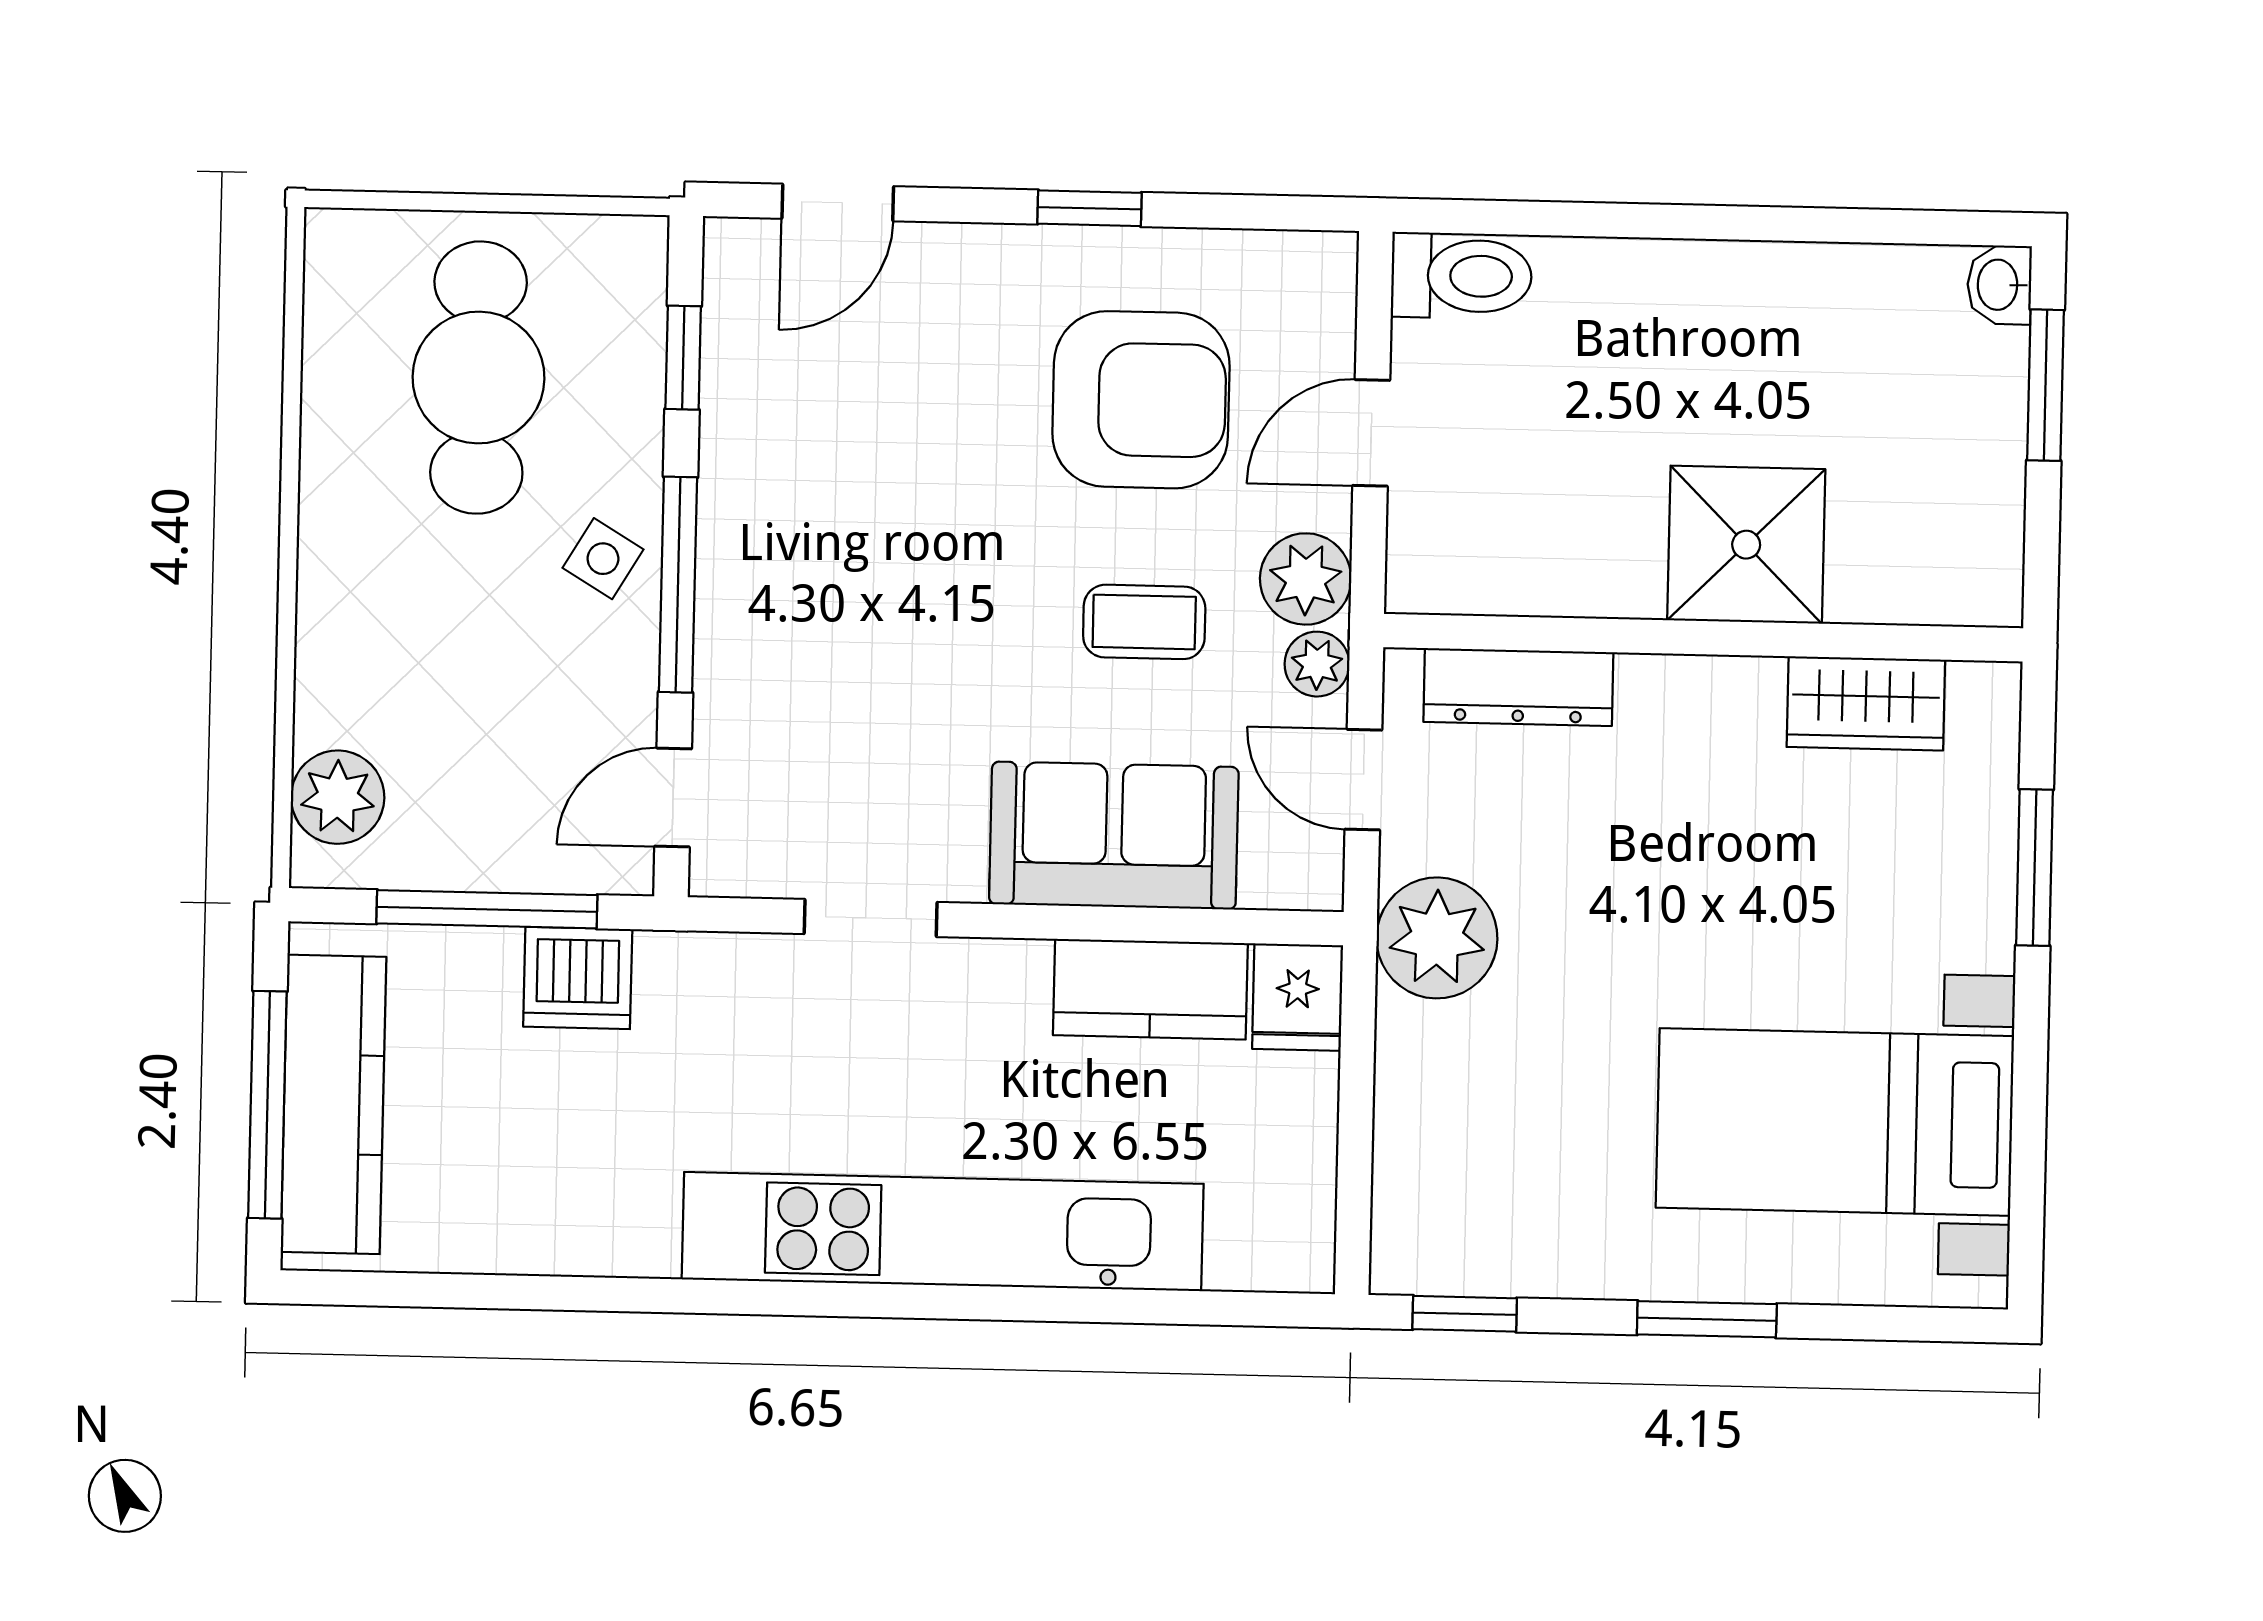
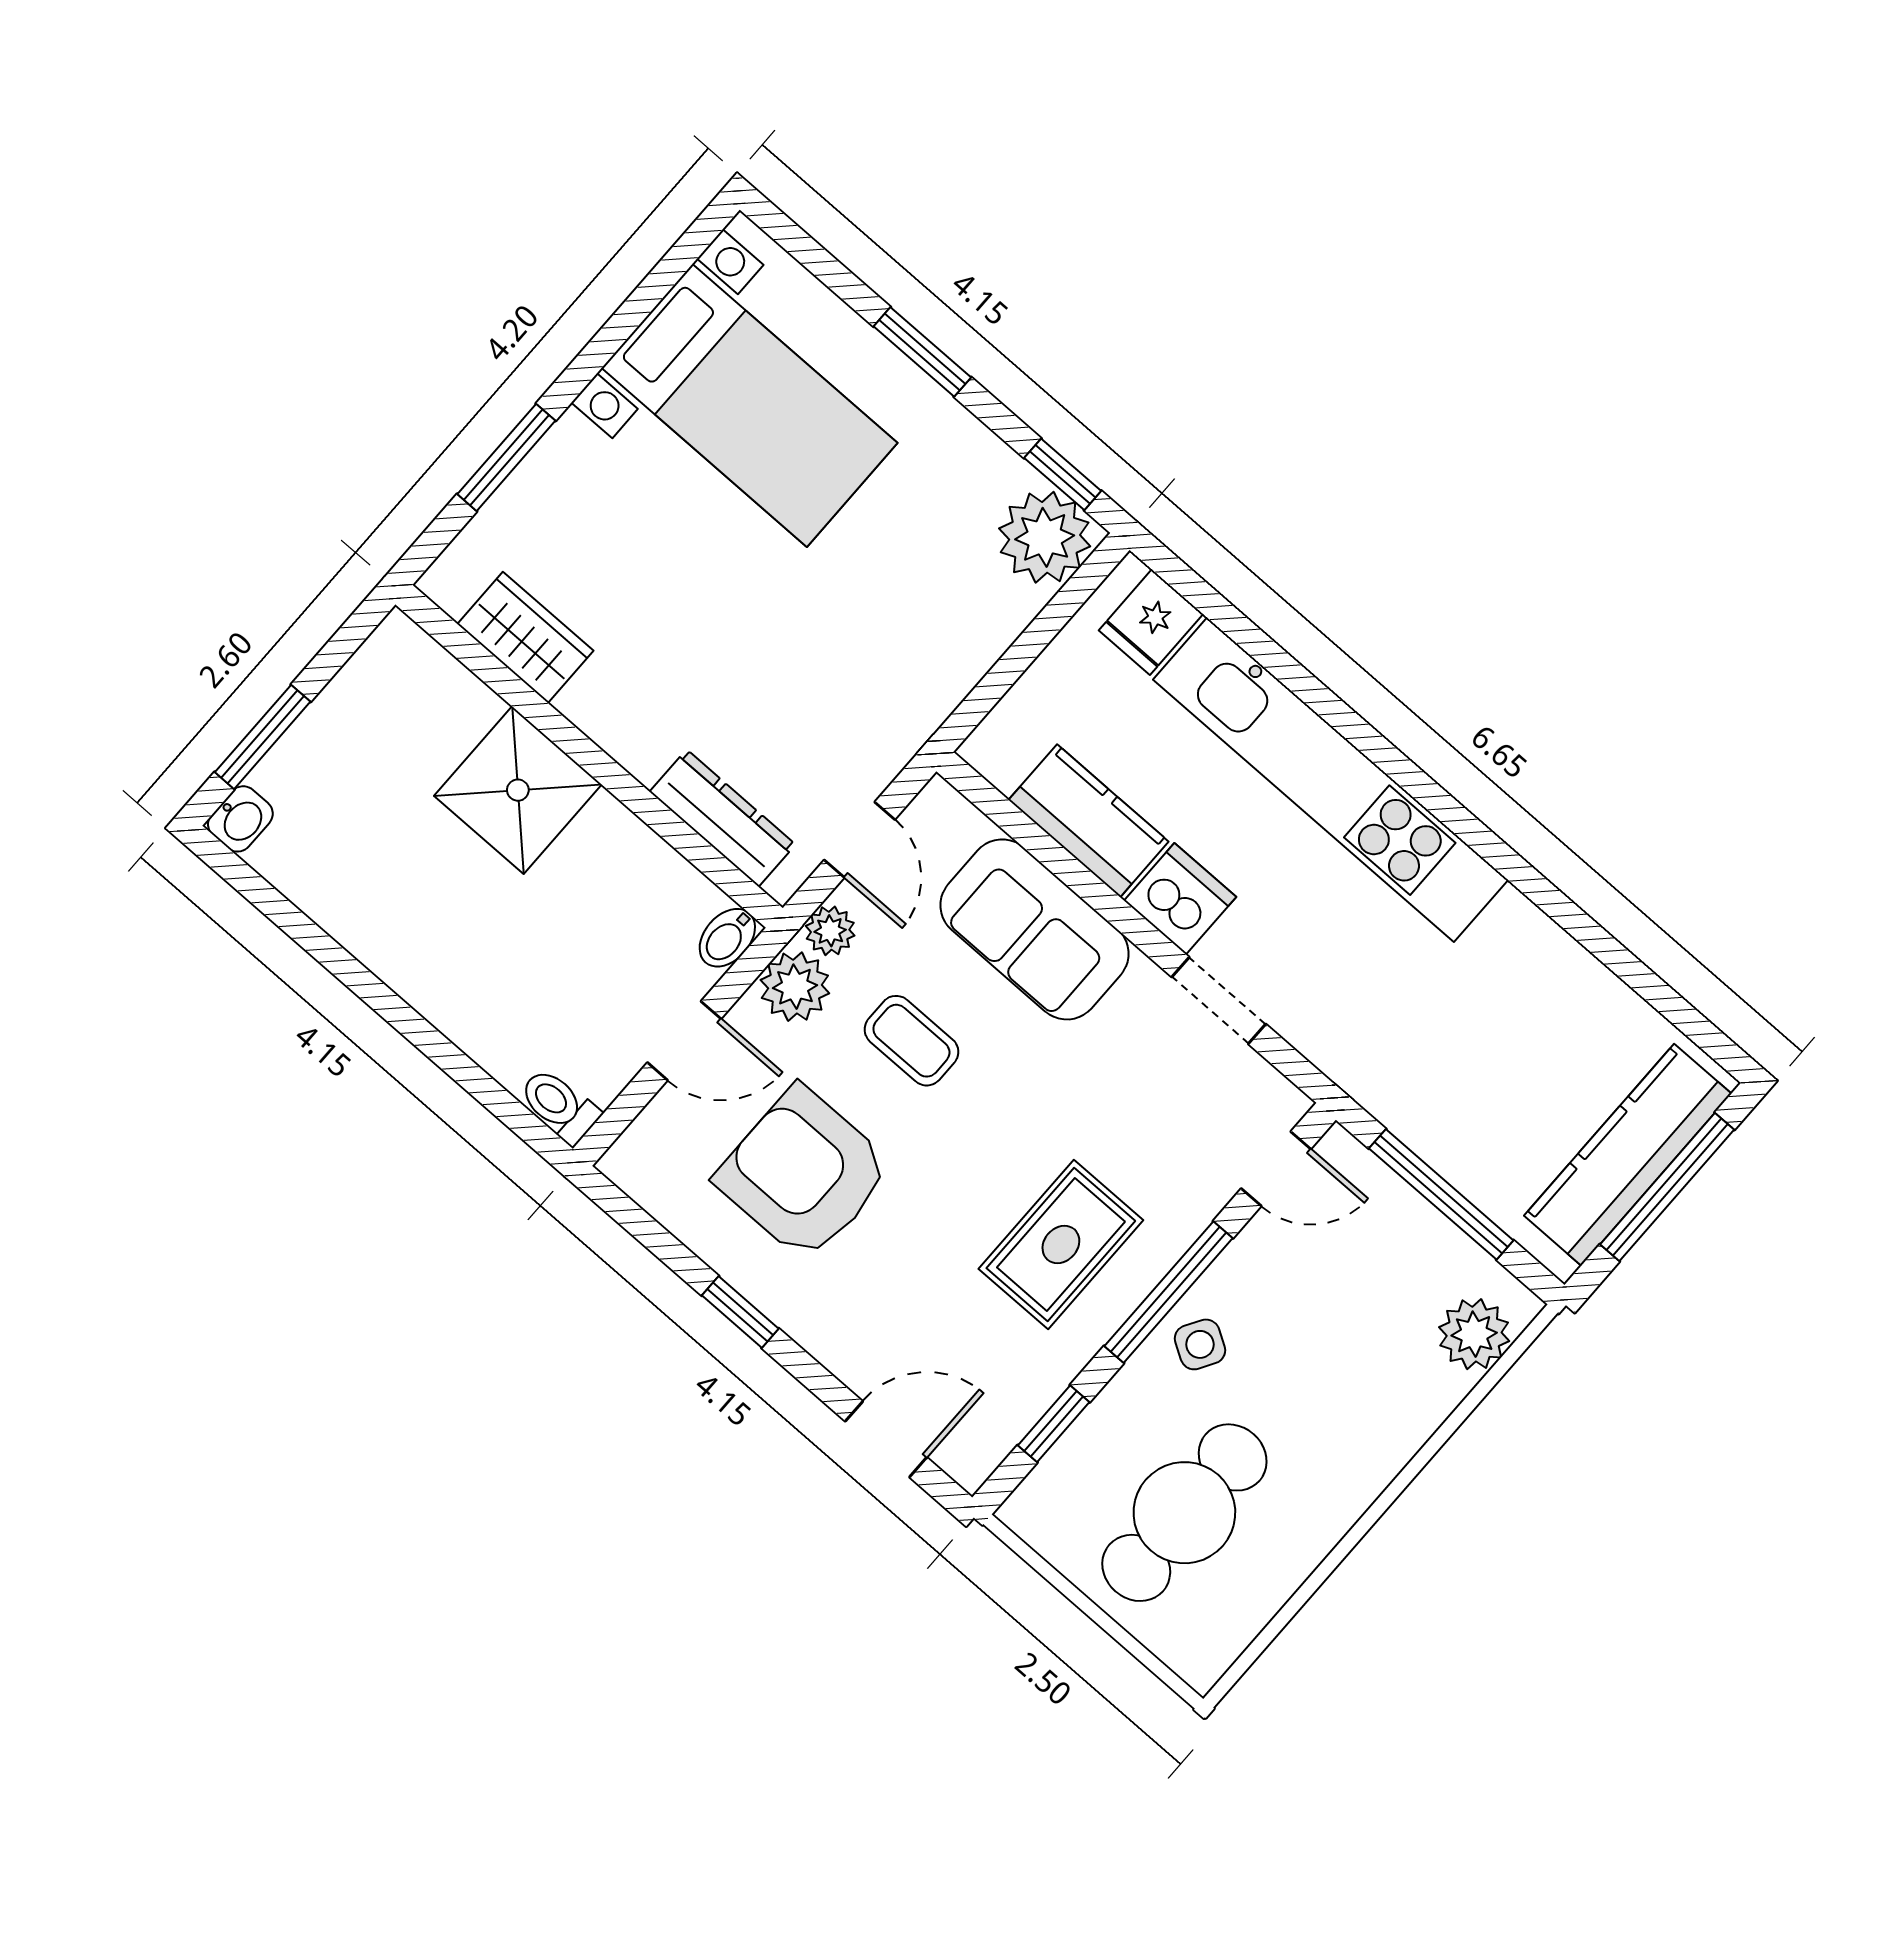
toilet: (1461, 276) -> (559, 1106), width x0.73, depth x0.72
rug: (825, 543) -> (1061, 1245), added
bidet: (1414, 572) -> (727, 938), added
plant: (1437, 938) -> (1045, 537), moved
dishwasher: (578, 978) -> (1180, 899), moved
fridge: (1298, 997) -> (1151, 622), moved, turned 180

